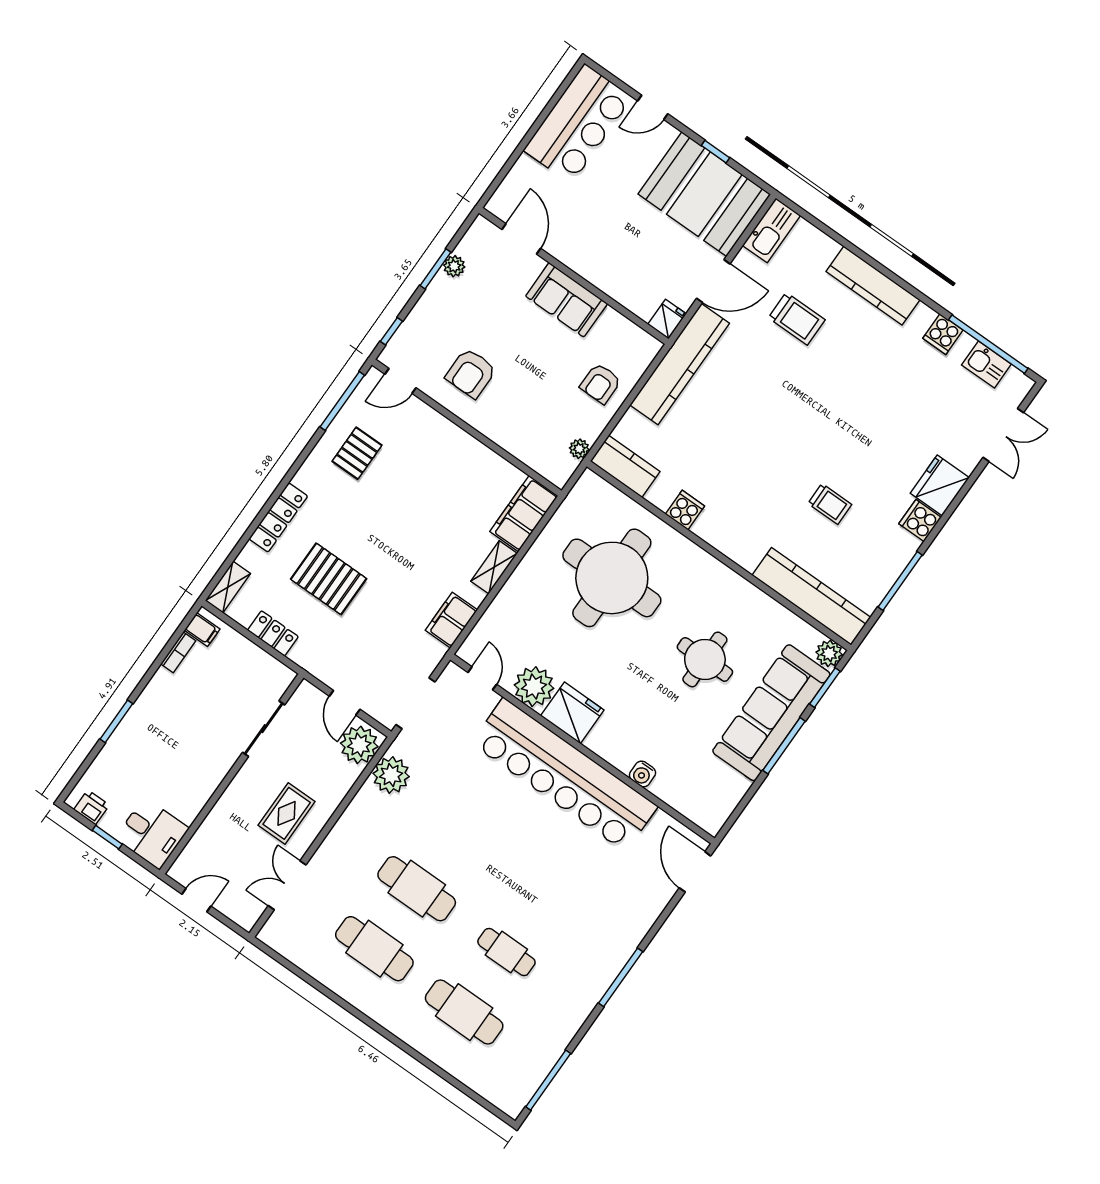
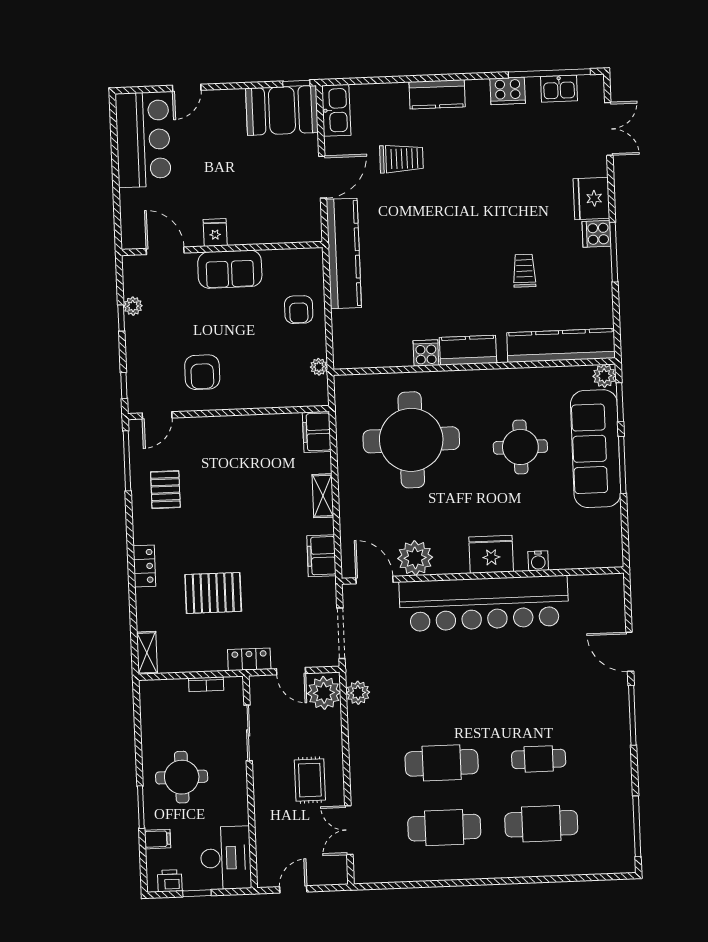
window: (716, 152) -> (296, 83), moved
booth: (704, 194) -> (282, 110), width x0.73, depth x0.70
window: (435, 269) -> (121, 318), width x0.67
kitchen counter: (873, 286) -> (437, 94), width x0.67
fridge: (667, 319) -> (215, 232), moved
cooker: (943, 334) -> (508, 91), width x1.36
kitchen counter: (625, 466) -> (468, 350), moved
trolley: (830, 504) -> (524, 271), turned -90
filing cabinet: (524, 514) -> (317, 432), width x0.67, depth x0.86
locker: (278, 517) -> (144, 566), width x0.66
window: (900, 581) -> (614, 252), moved
filing cabinet: (202, 630) -> (158, 839), moved
locker: (273, 633) -> (249, 659), moved
bookcase: (178, 652) -> (206, 684), moved, turned 90
door: (482, 678) -> (374, 580), width x1.38
fridge: (572, 713) -> (491, 554), moved
round table: (174, 723) -> (182, 777), added
plant: (391, 775) -> (358, 693), width x0.73, depth x0.73
desk: (152, 833) -> (226, 858), width x1.37
door: (695, 872) -> (630, 652), moved

